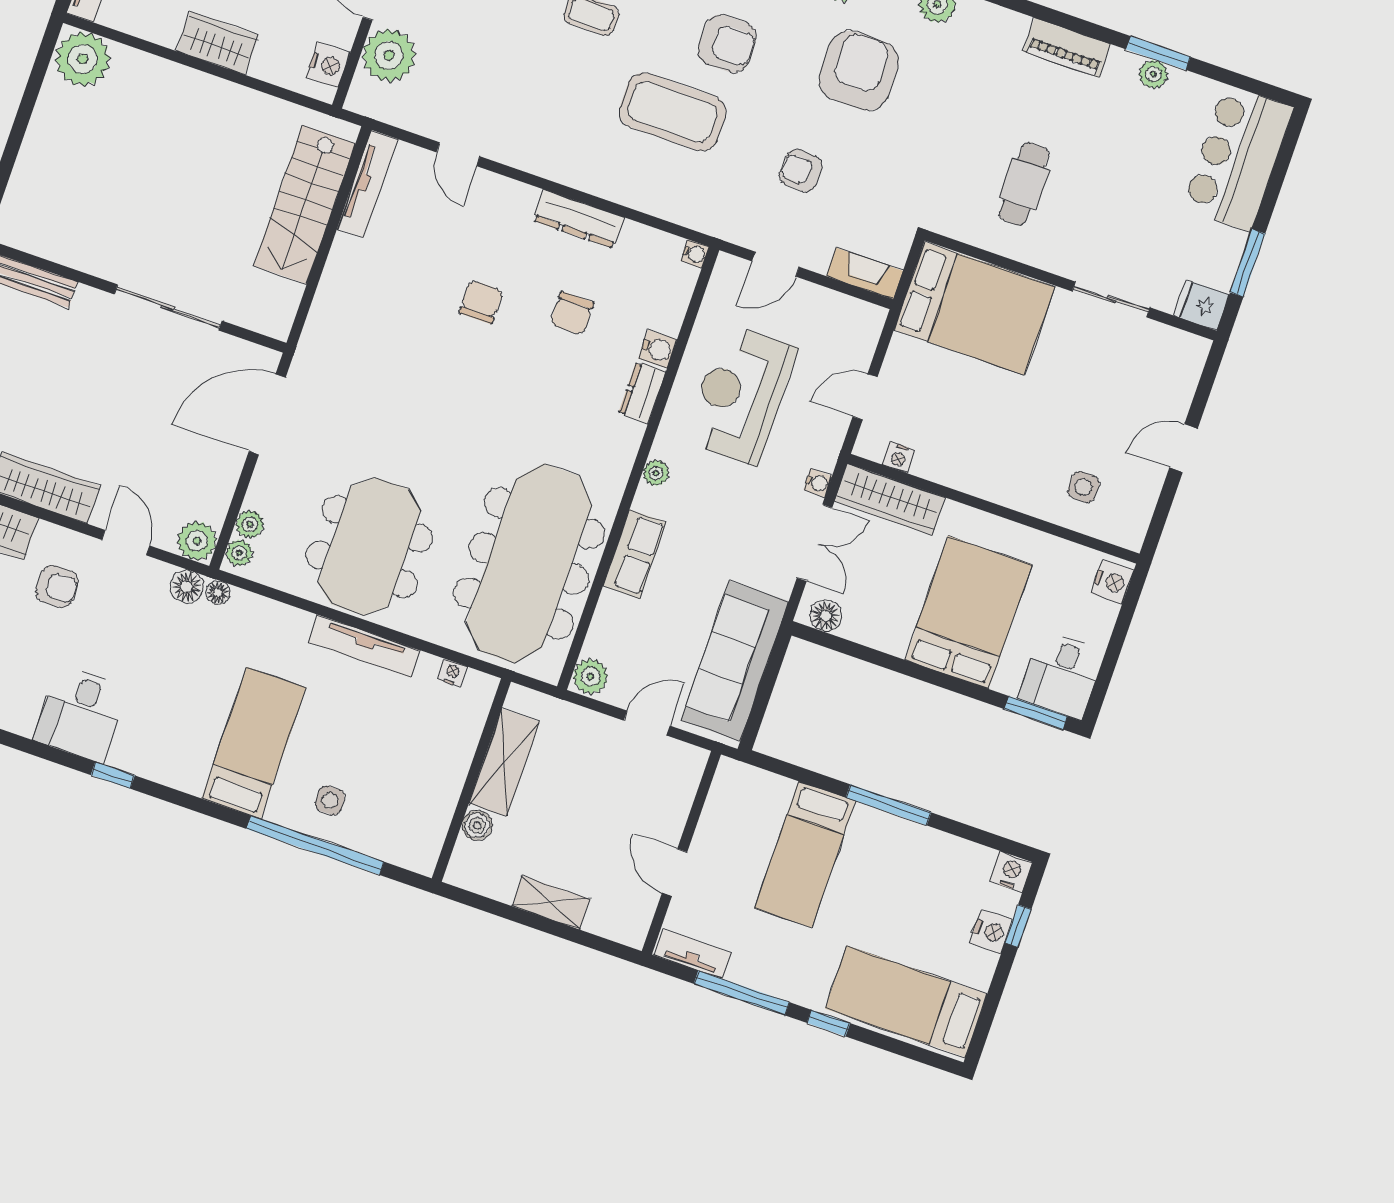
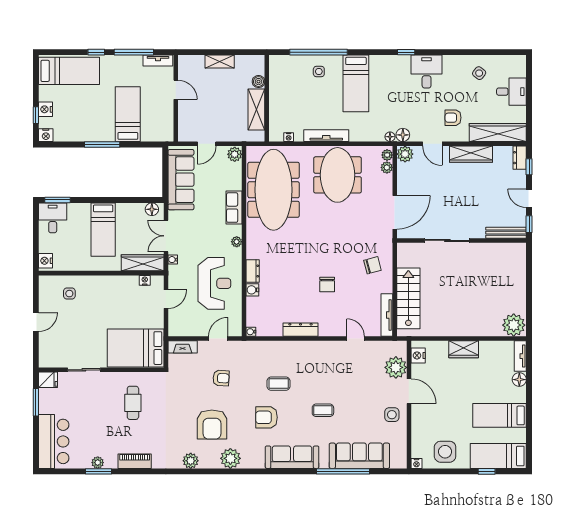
coffee table: (673, 112) -> (279, 384), width x0.54, depth x0.58
chair: (572, 313) -> (372, 265), moved, turned 75
bed: (968, 612) -> (103, 230), width x0.67

